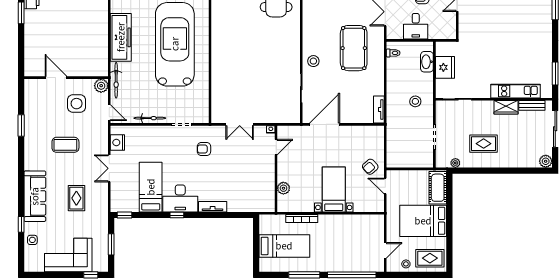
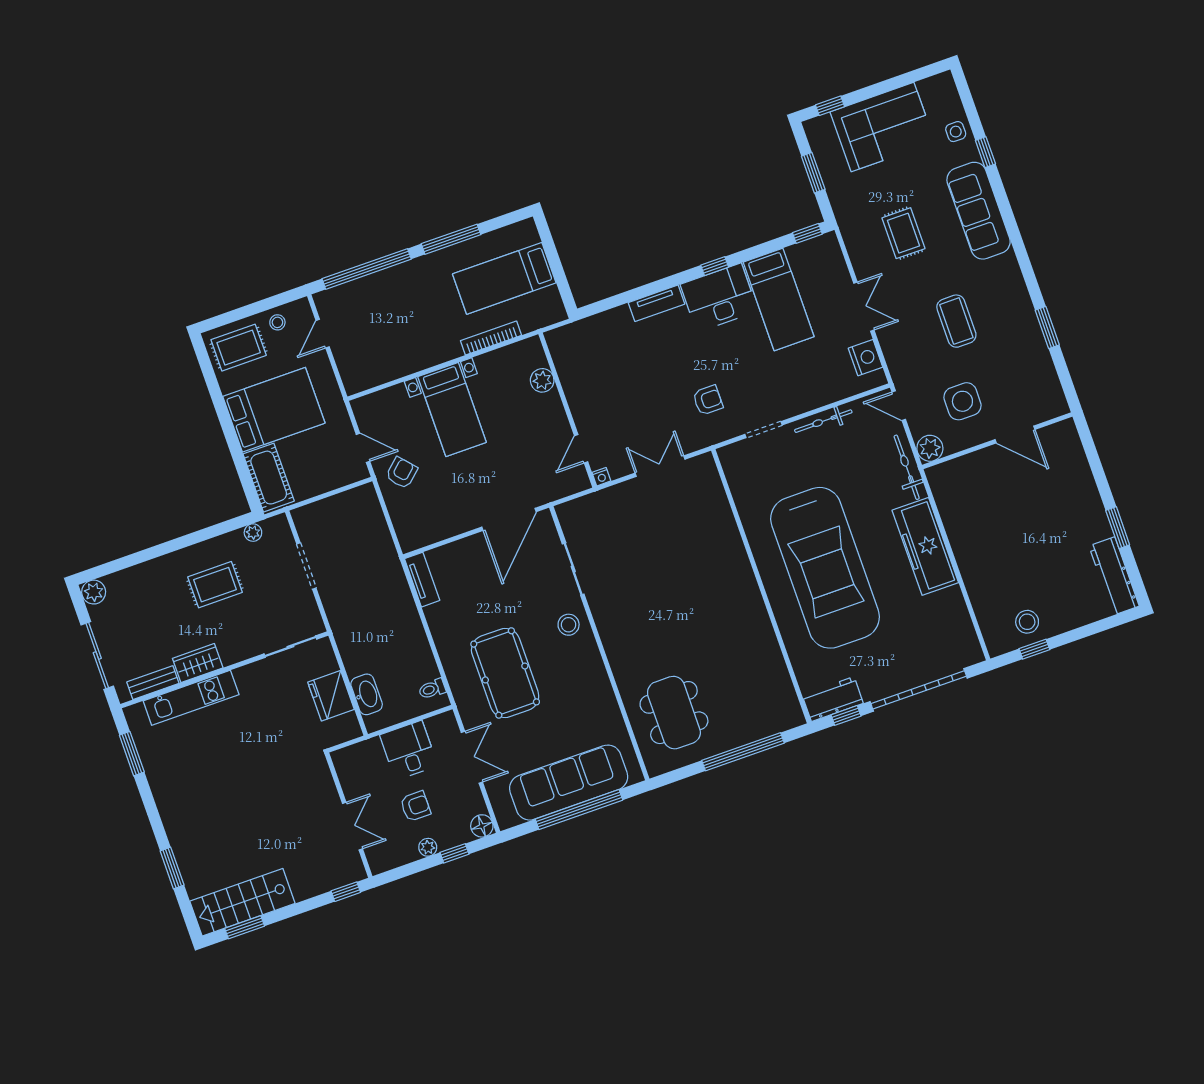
stool: (415, 101) -> (362, 617), removed
coffee table: (65, 145) -> (956, 321), turned 90

